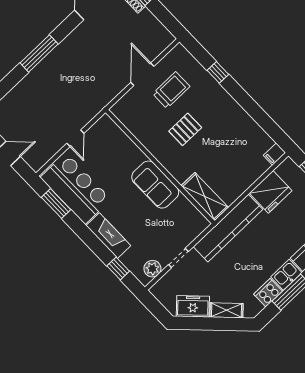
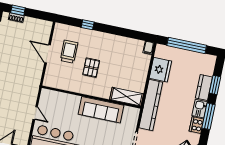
sofa: (155, 185) -> (101, 110), width x1.36

